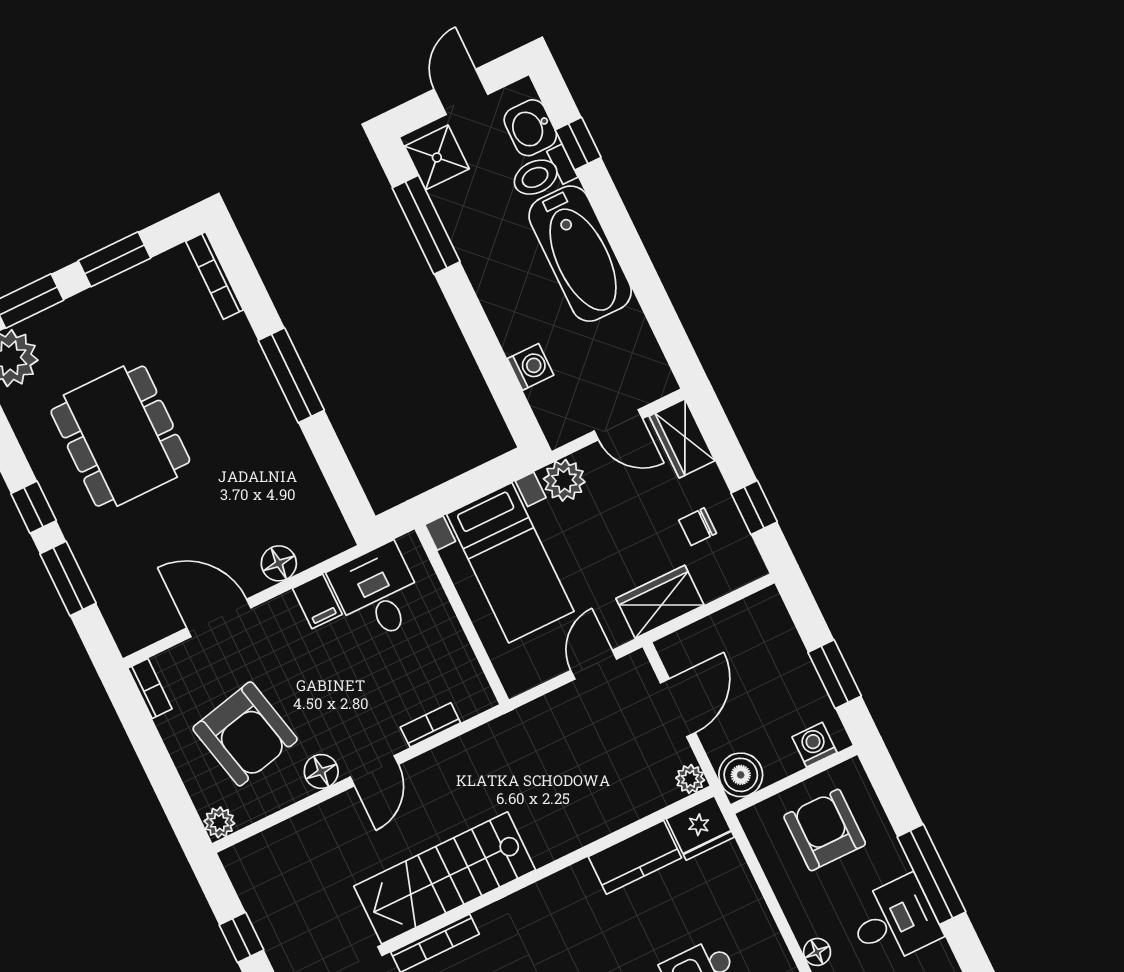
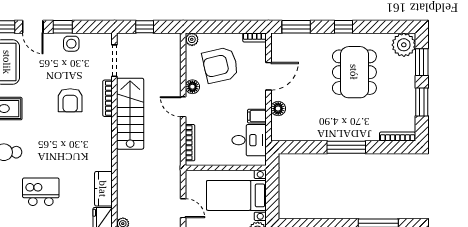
dining table: (120, 436) -> (354, 72), turned 90
window: (68, 578) -> (296, 27), moved
bookcase: (430, 725) -> (190, 143), width x1.56

